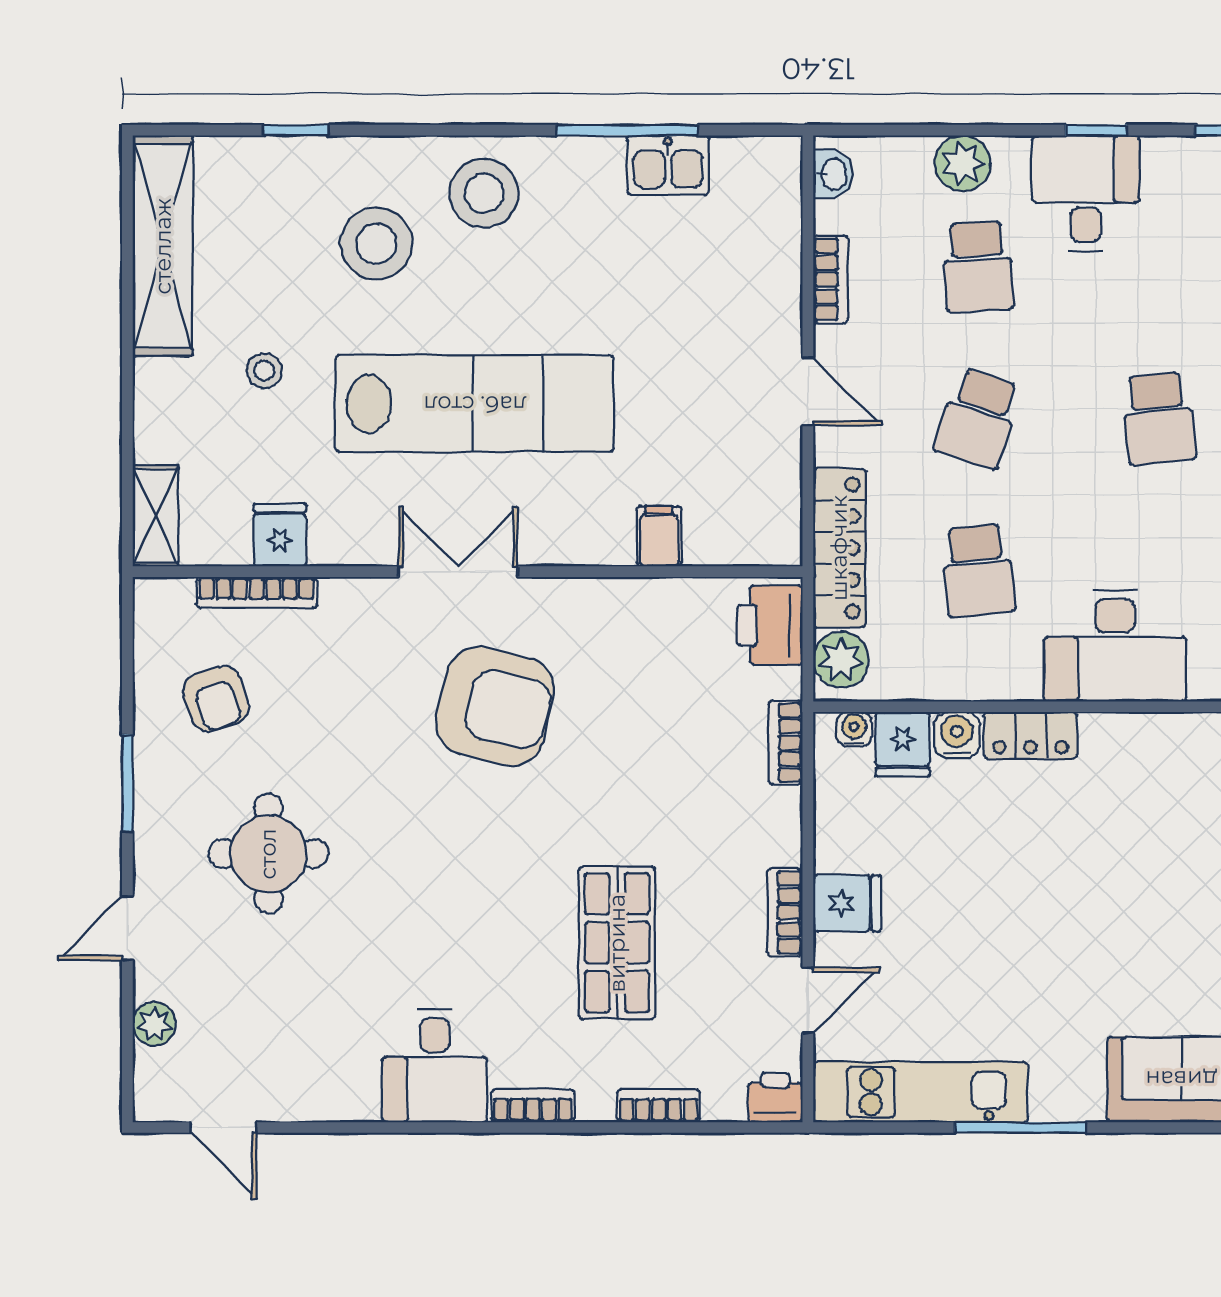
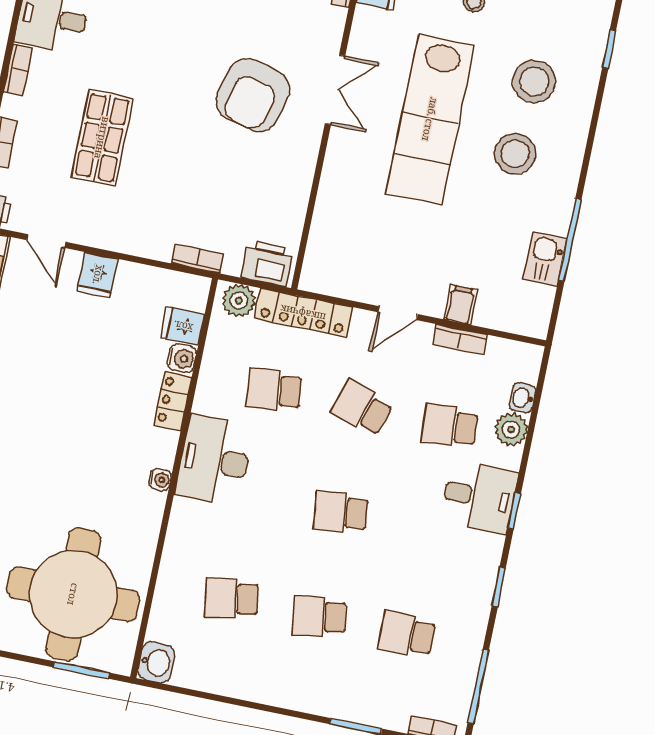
washbasin: (833, 174) -> (522, 398), moved, turned 90
stool: (484, 193) -> (515, 154), moved
filing cabinet: (659, 536) -> (460, 305), moved, turned -90
water cooler: (854, 729) -> (160, 479), moved
bookcase: (785, 912) -> (100, 238), removed
shop shelf: (617, 943) -> (102, 138), turned 90

